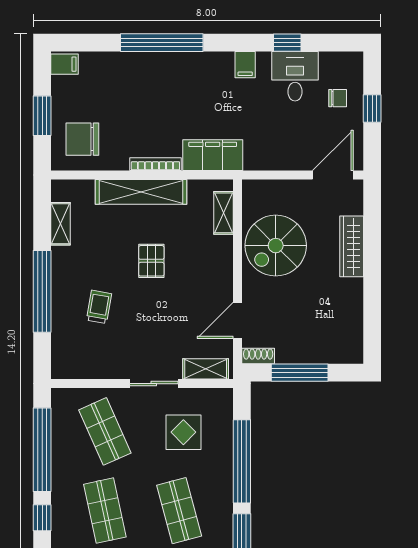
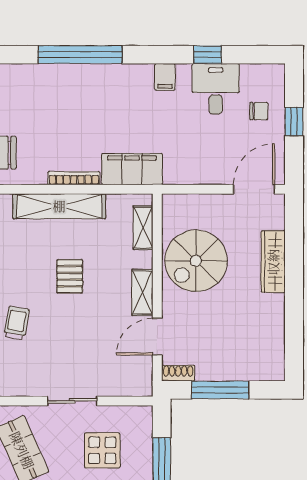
shelving: (206, 369) -> (142, 292), moved, turned 90

